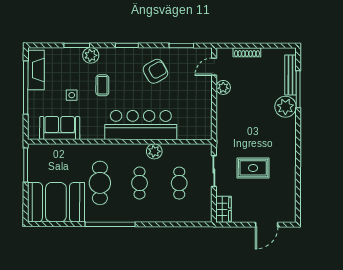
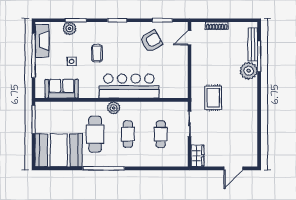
plant: (91, 55) -> (70, 28), moved
armchair: (155, 71) -> (151, 41), moved
plant: (223, 87) -> (197, 55), removed
plant: (154, 151) -> (114, 108), moved
rug: (253, 168) -> (213, 98), moved, turned 90

